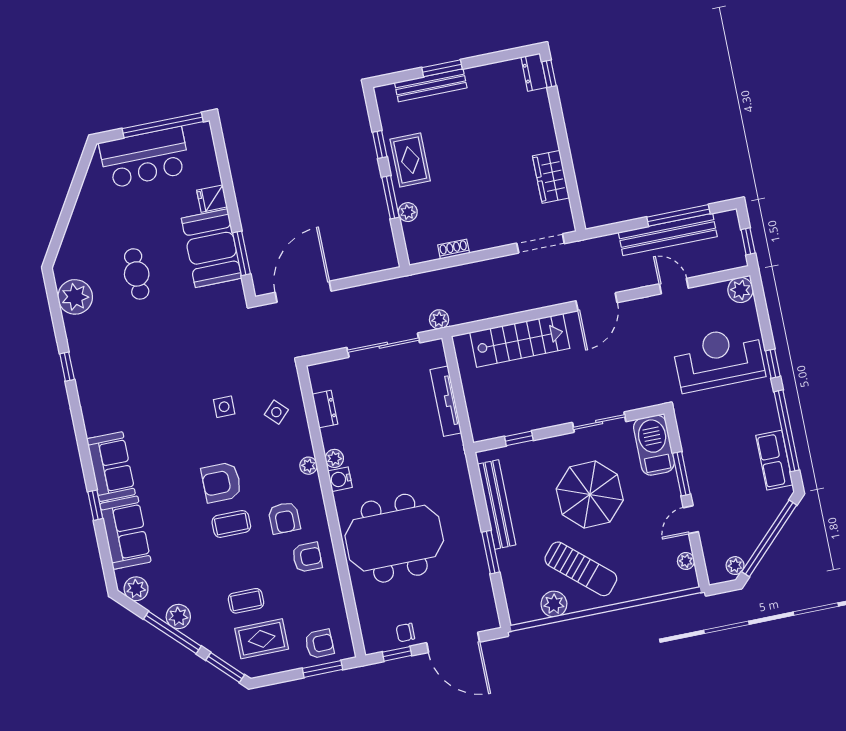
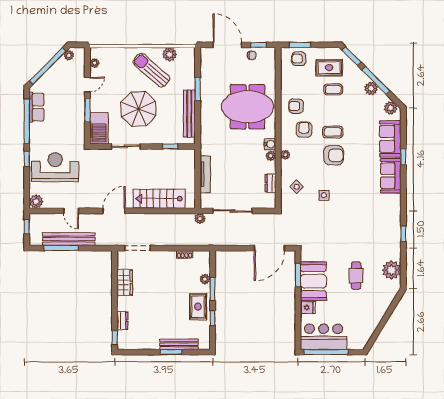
dresser: (534, 72) -> (123, 321), moved
bar counter: (145, 158) -> (324, 337), moved
reception desk: (719, 359) -> (55, 167), turned 180

